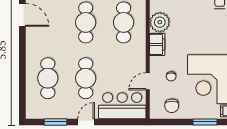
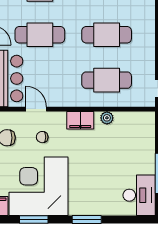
plant: (160, 22) -> (107, 118), width x0.53, depth x0.53

